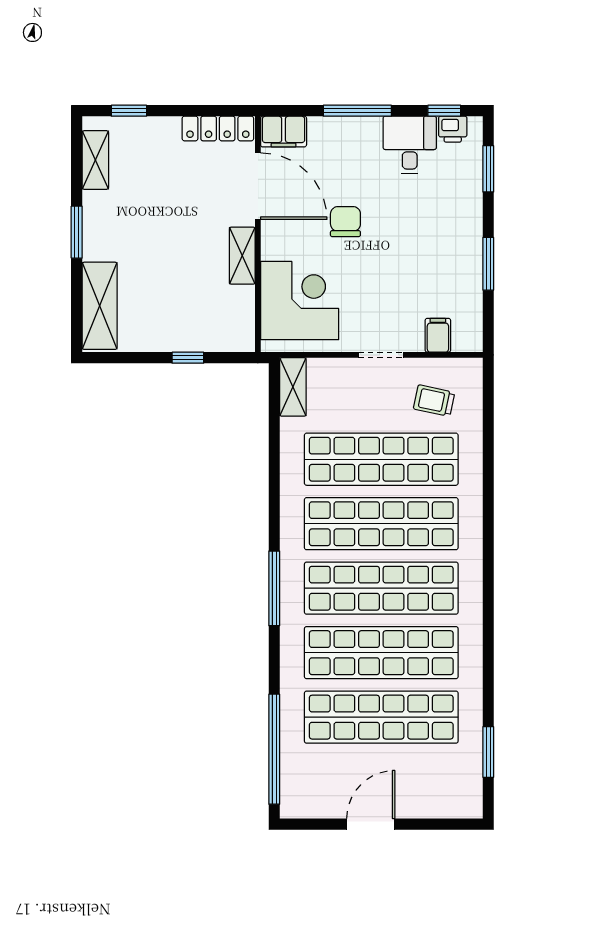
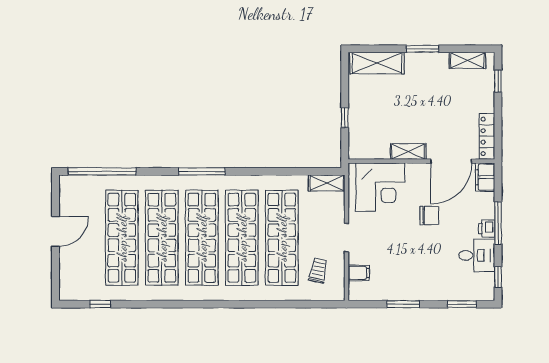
printer: (453, 129) -> (487, 229), moved
window: (488, 752) -> (100, 304), width x0.67
door: (371, 824) -> (55, 231), hinge flipped

